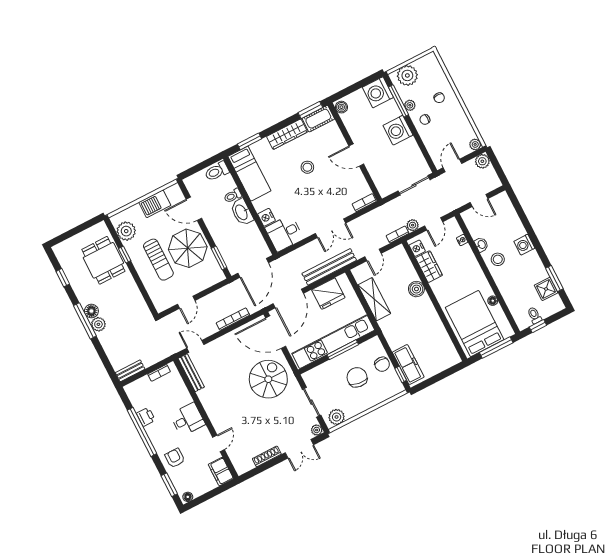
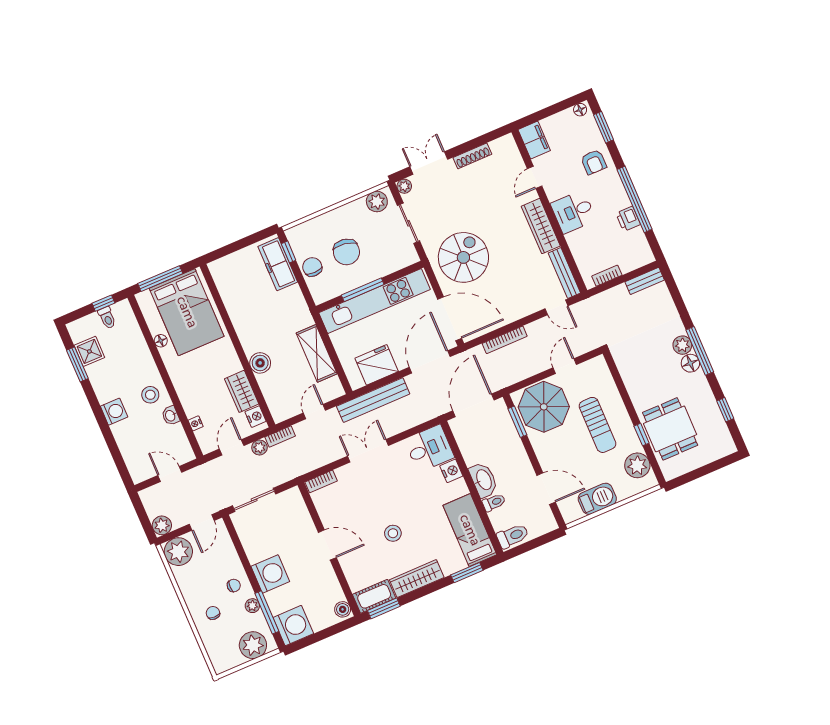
plant: (475, 144) -> (178, 552), width x1.87, depth x1.87
parasol: (188, 248) -> (544, 407), moved
sun lounger: (158, 260) -> (597, 425), turned 180
spiral stairs: (268, 379) -> (463, 257), turned 180
wardrobe: (212, 407) -> (541, 226), added

